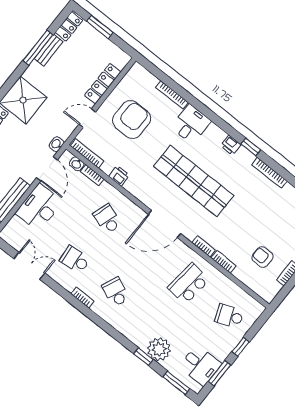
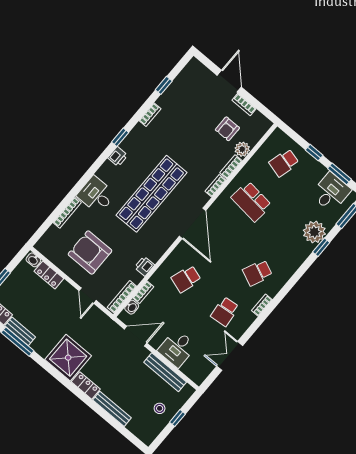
locker: (103, 84) -> (49, 275), width x0.66
washbasin: (57, 144) -> (33, 260), moved
bookcase: (269, 173) -> (150, 115), width x0.64
desk: (39, 207) -> (177, 348), width x0.73
plant: (242, 273) -> (242, 149), added
school desk: (229, 316) -> (284, 163), turned 36

